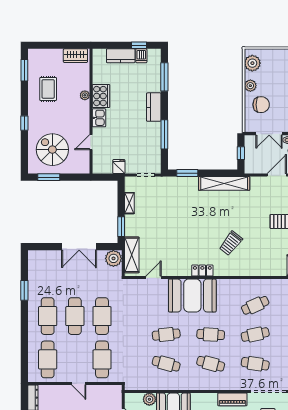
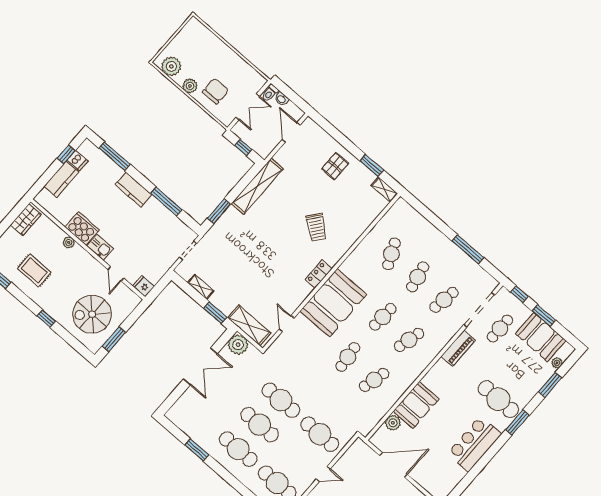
fridge: (119, 167) -> (143, 286), moved

